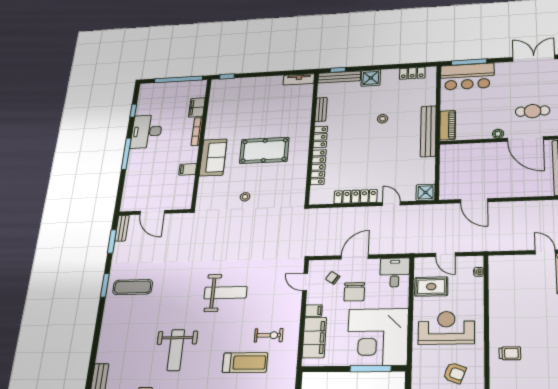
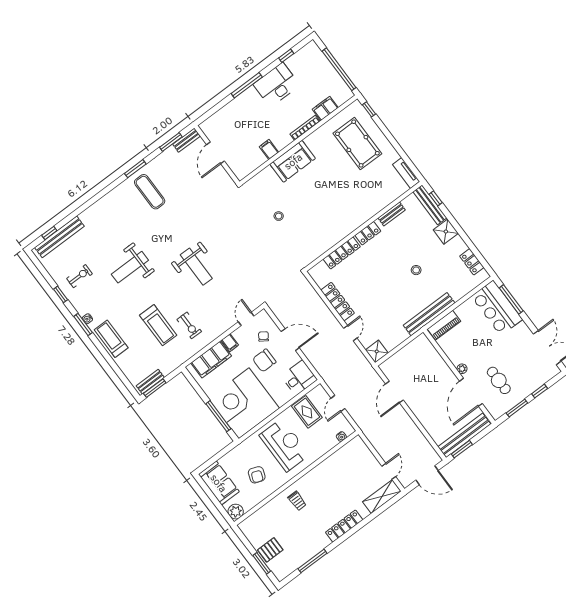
pool table: (264, 150) -> (357, 144), moved

